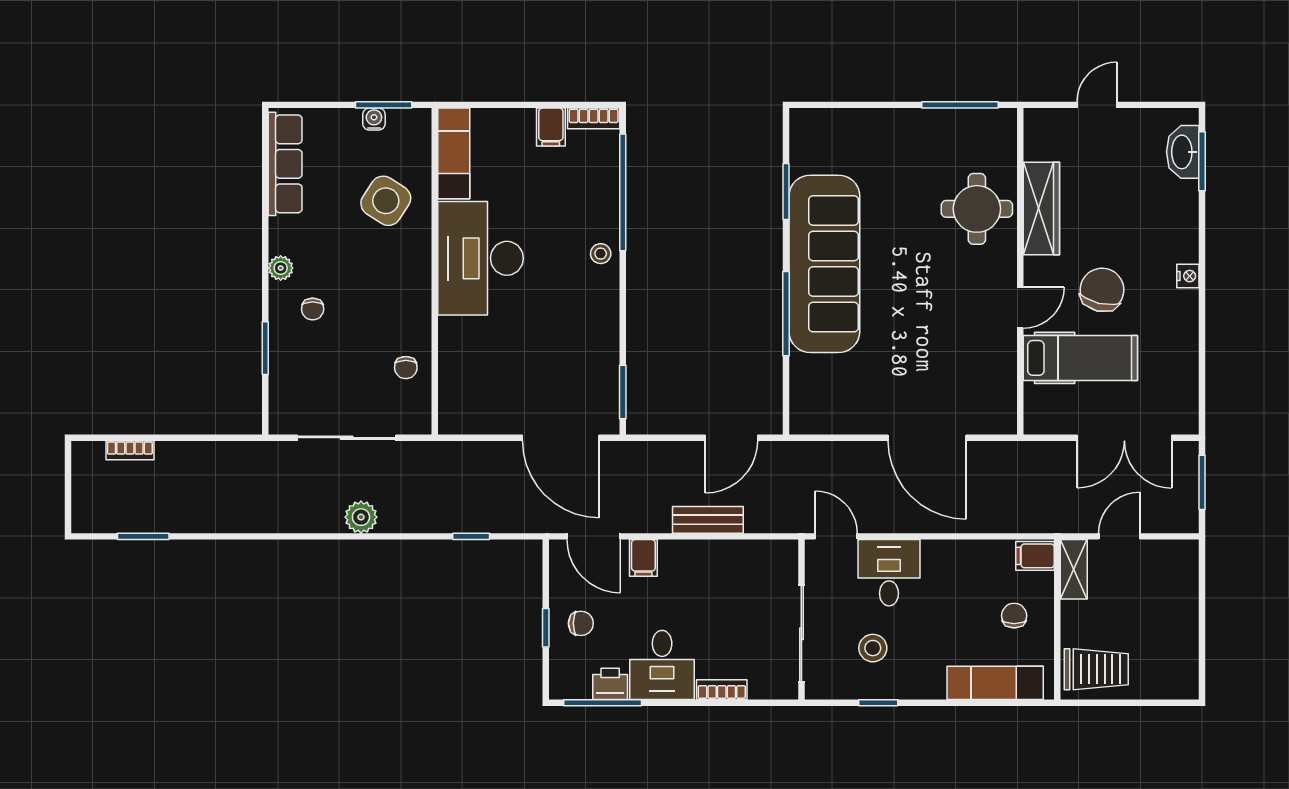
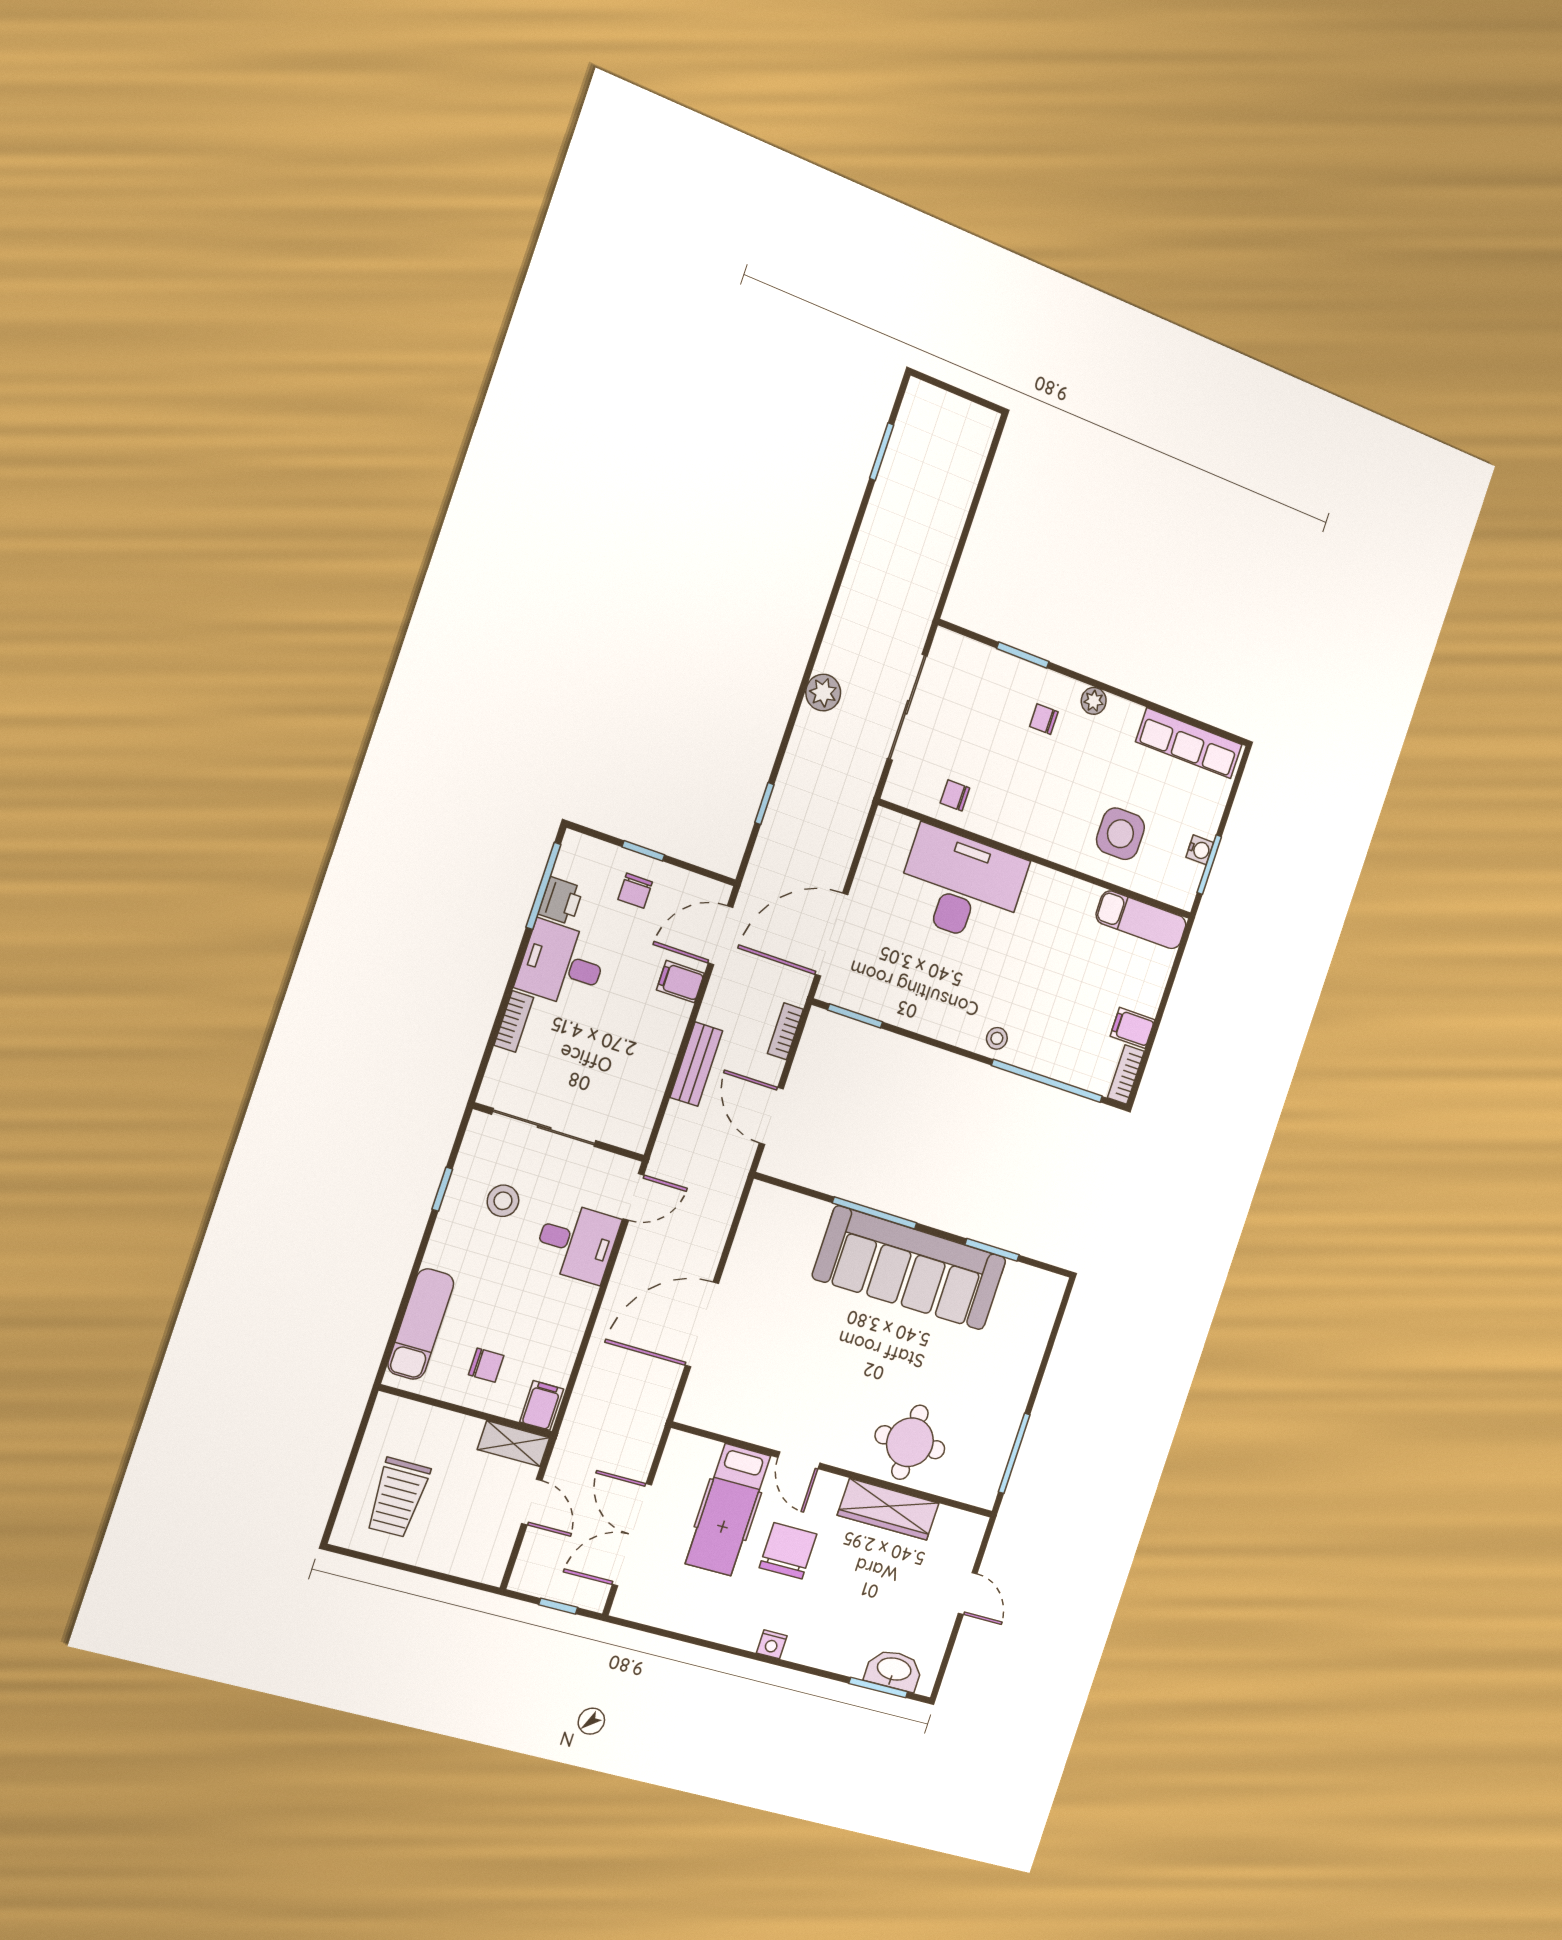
side table: (386, 201) -> (1120, 834), turned -33
desk: (480, 258) -> (961, 886), moved
chair: (1102, 290) -> (788, 1551), turned -103
bookcase: (130, 450) -> (785, 1031), moved
window: (1202, 482) -> (558, 1606), width x0.67
trolley: (1096, 669) -> (398, 1498), moved

